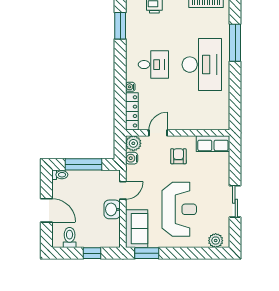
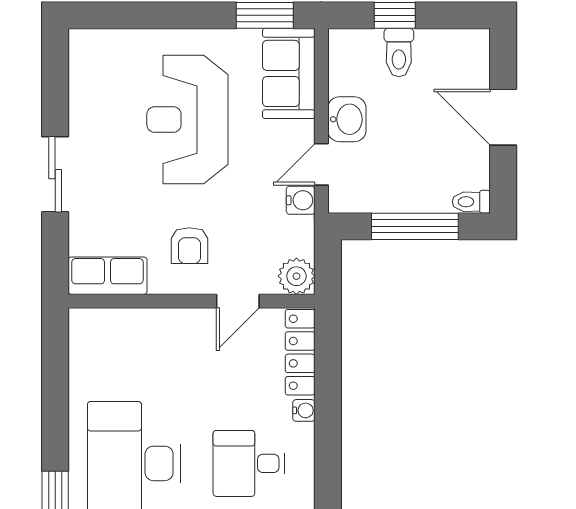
water cooler: (132, 158) -> (301, 200), moved
sliding door: (235, 201) -> (55, 174), moved
toilet: (70, 237) -> (399, 53), moved
plant: (216, 241) -> (101, 45), removed

